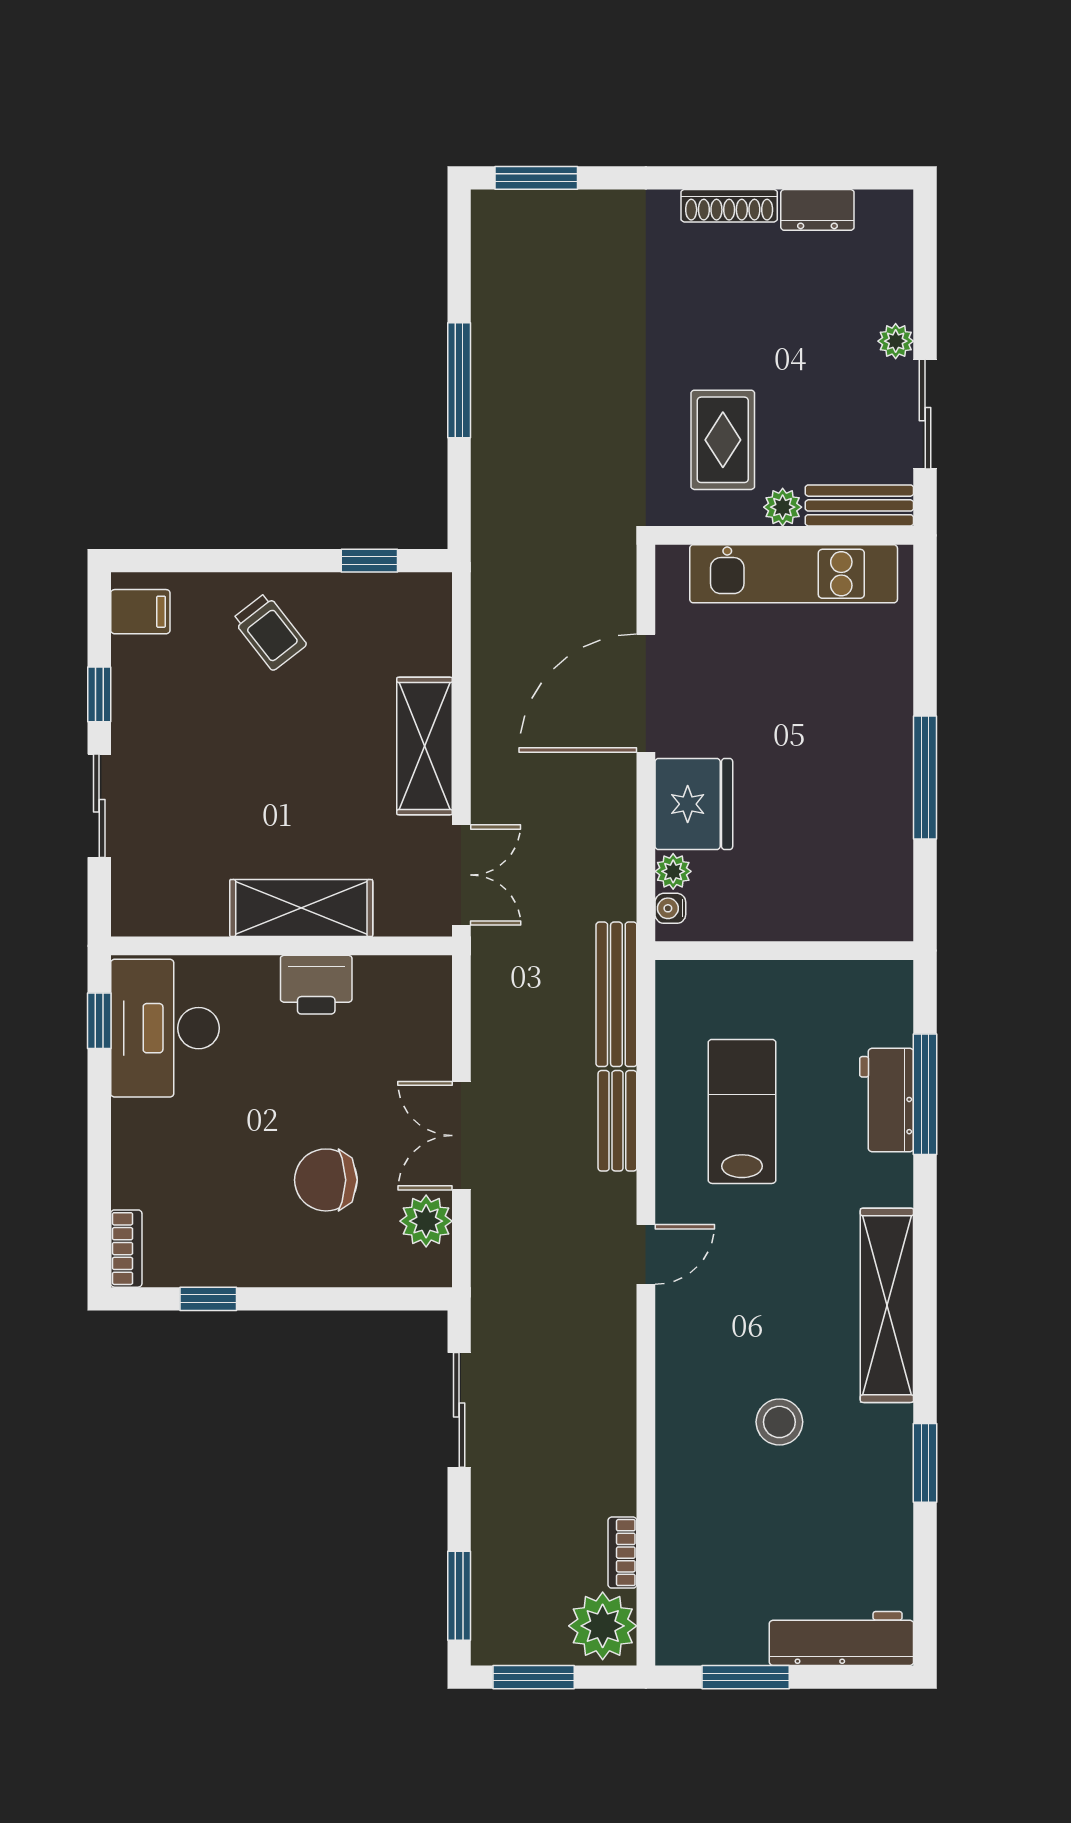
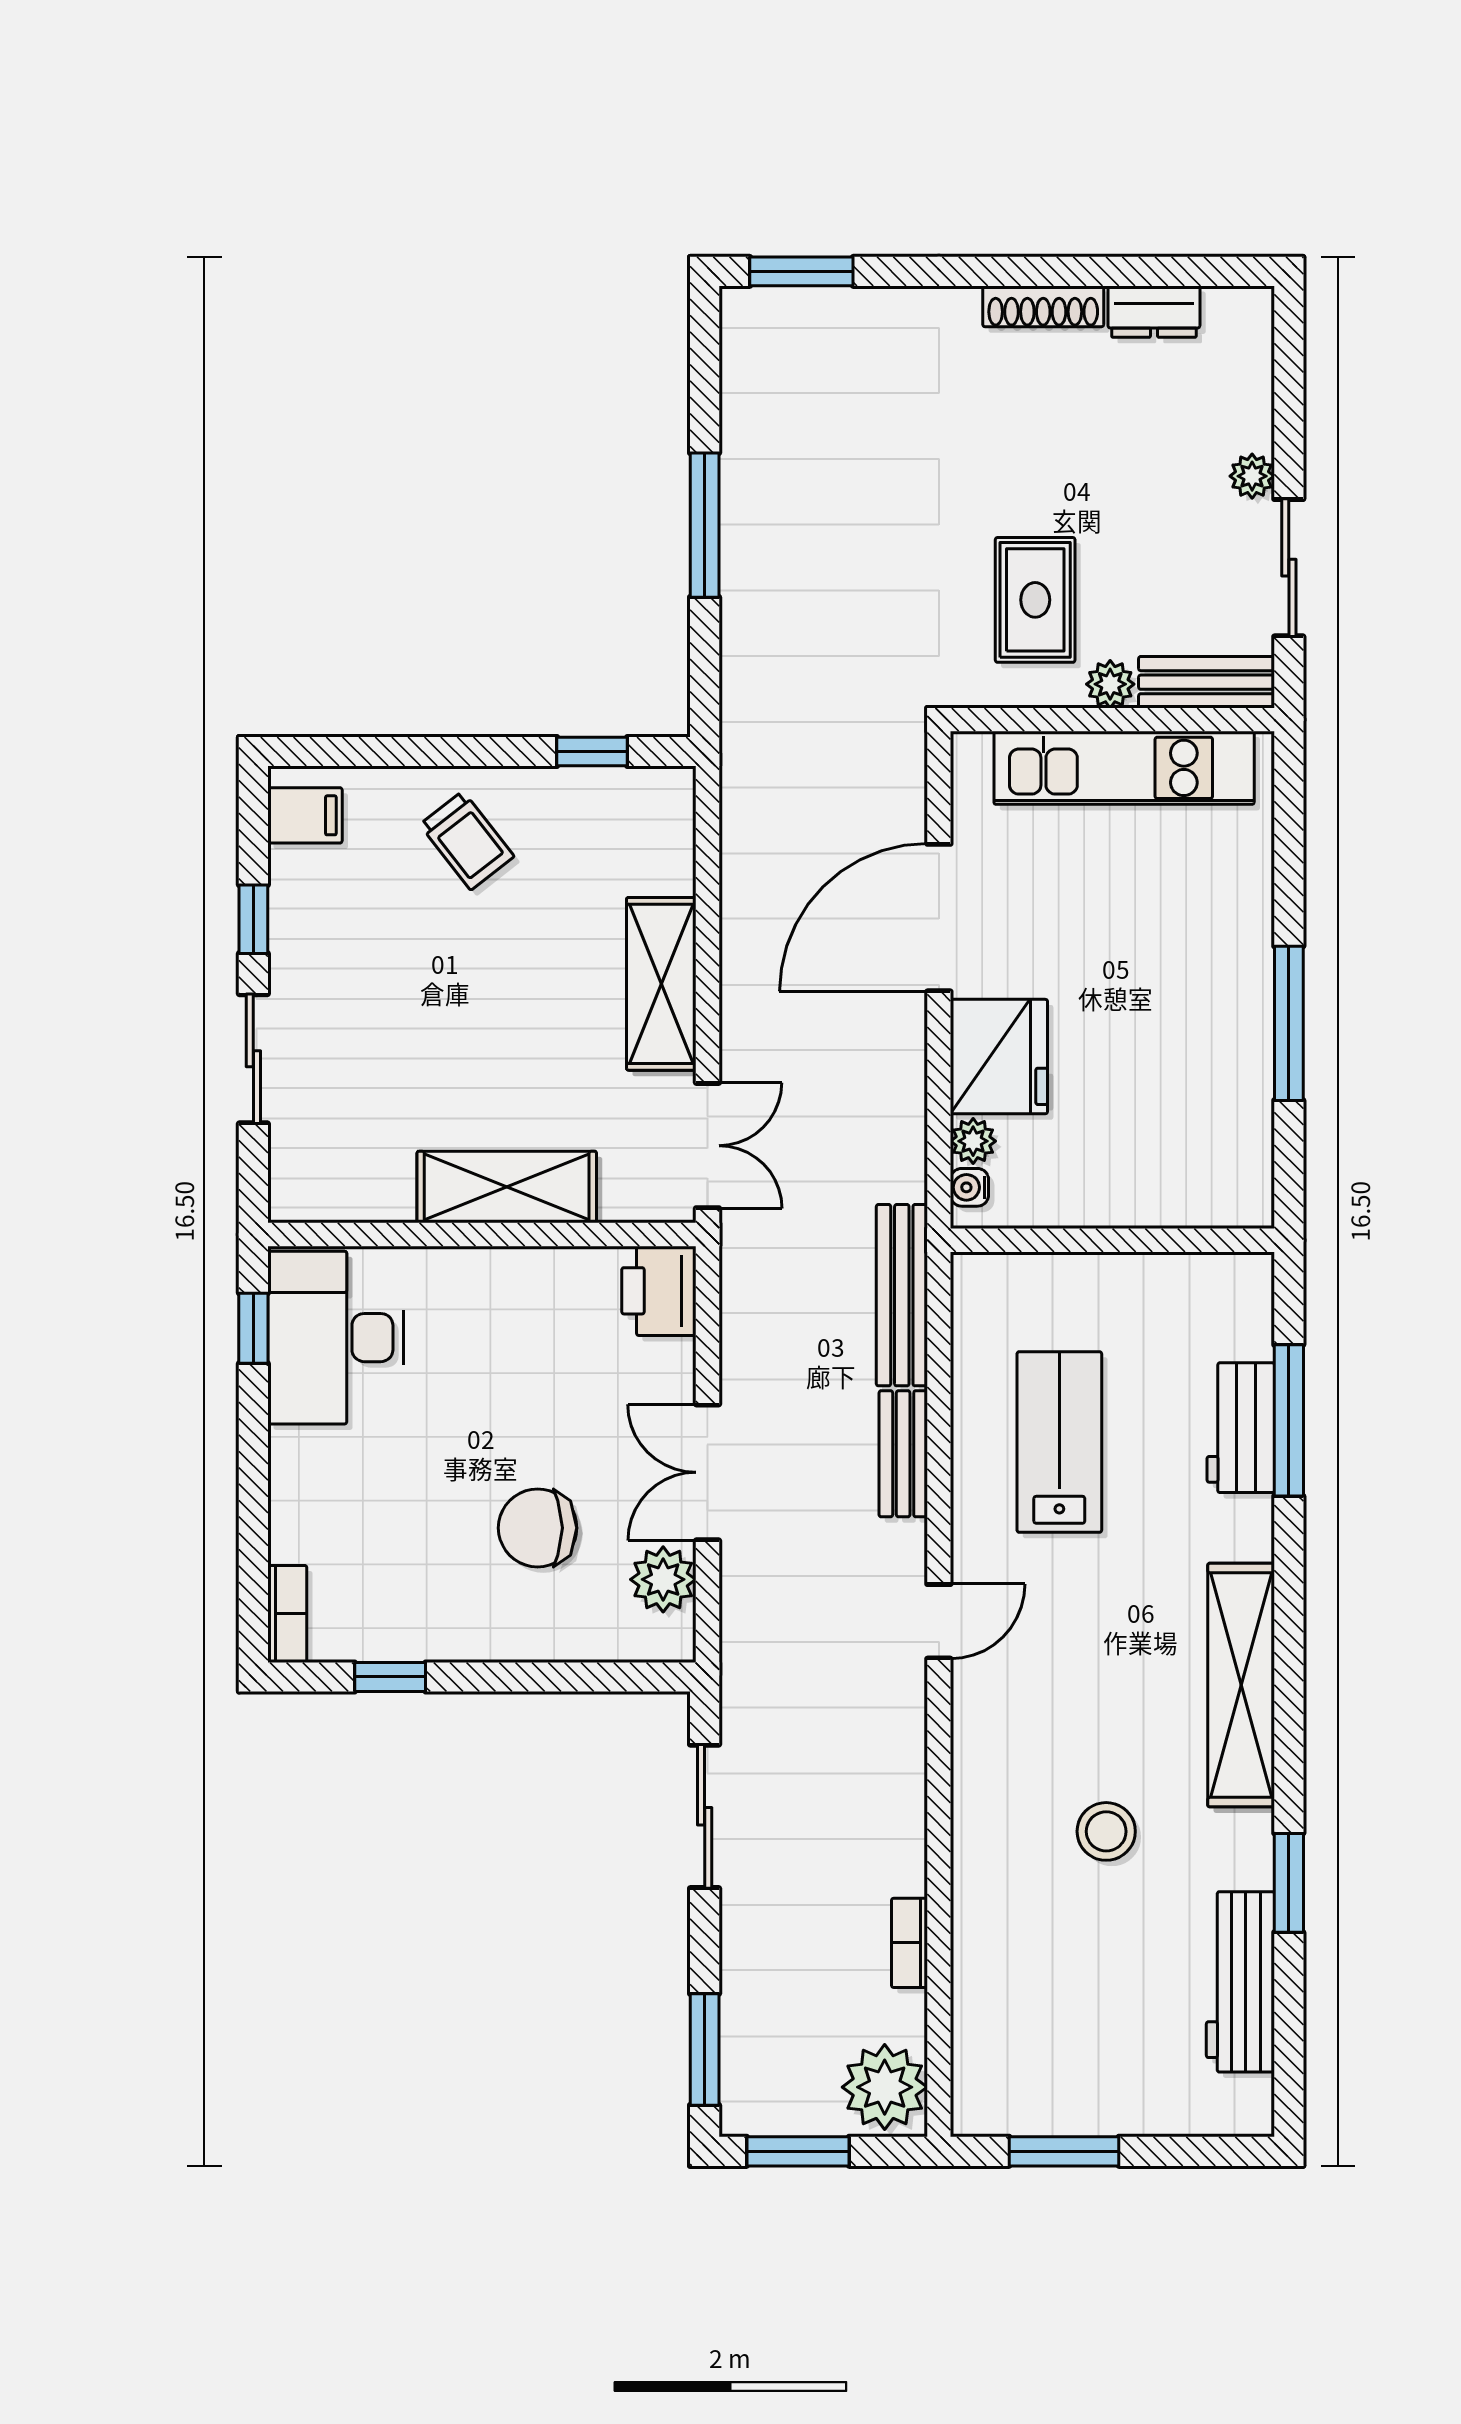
printer: (316, 985) -> (659, 1291), moved, turned 90
bookcase: (622, 1553) -> (909, 1943), moved
workbench: (841, 1639) -> (1240, 1982), moved, turned -90

